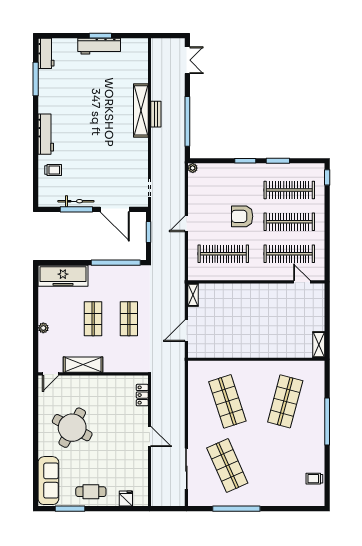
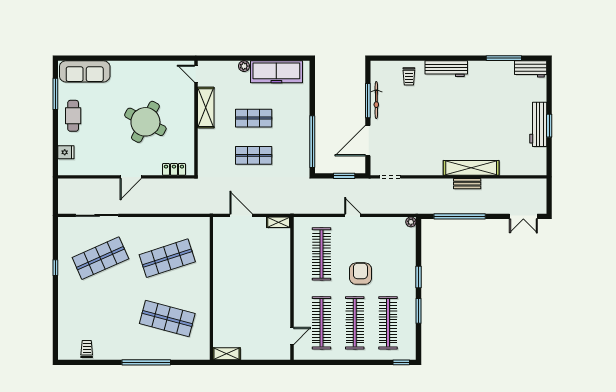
freezer: (63, 276) -> (276, 72), moved, turned -90
round table: (72, 428) -> (145, 122), moved
window: (236, 509) -> (55, 268), width x0.32

